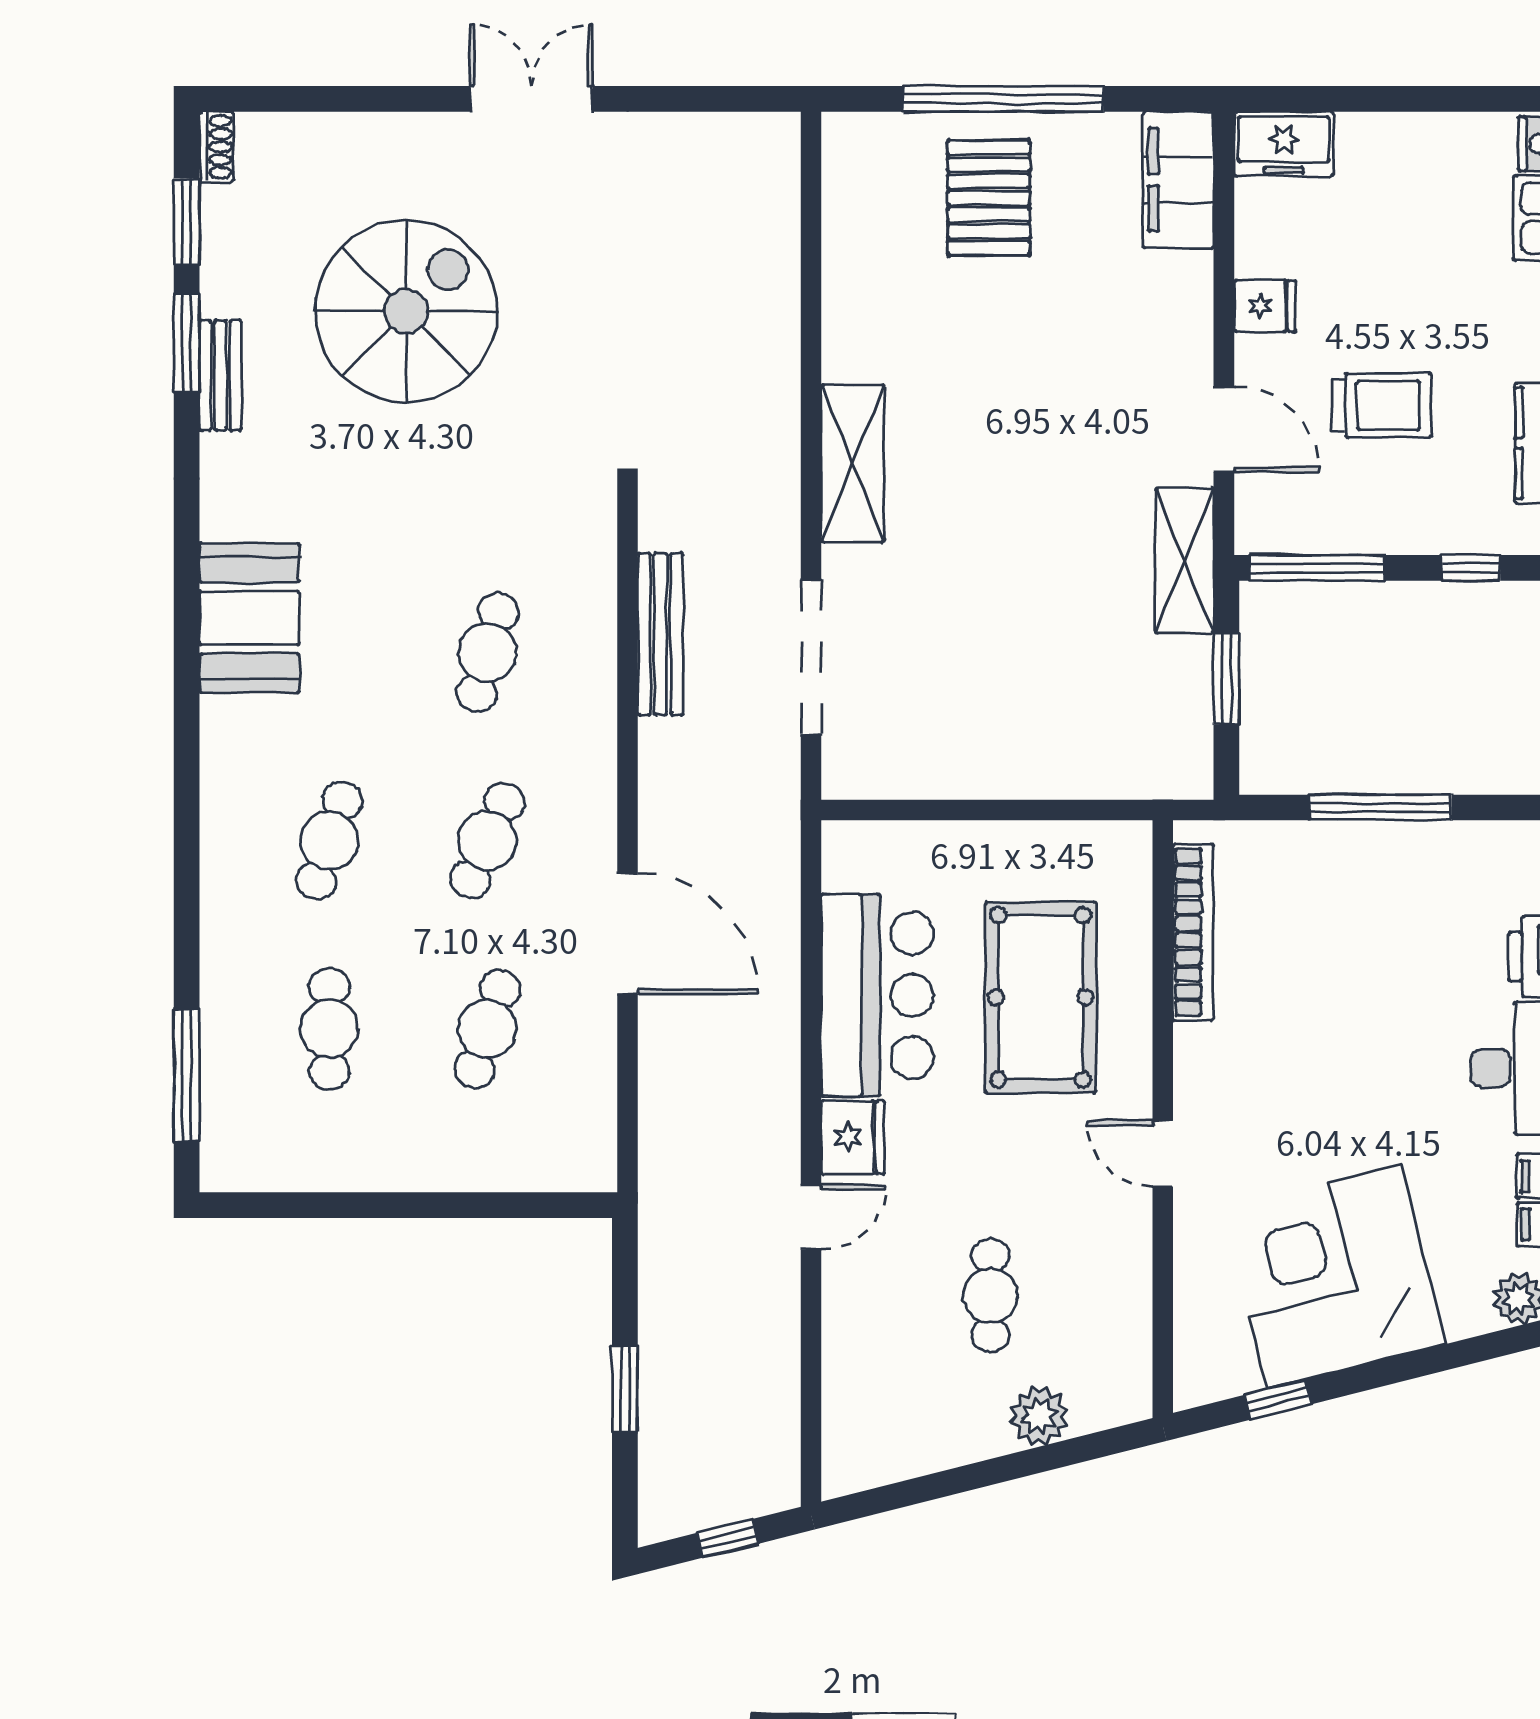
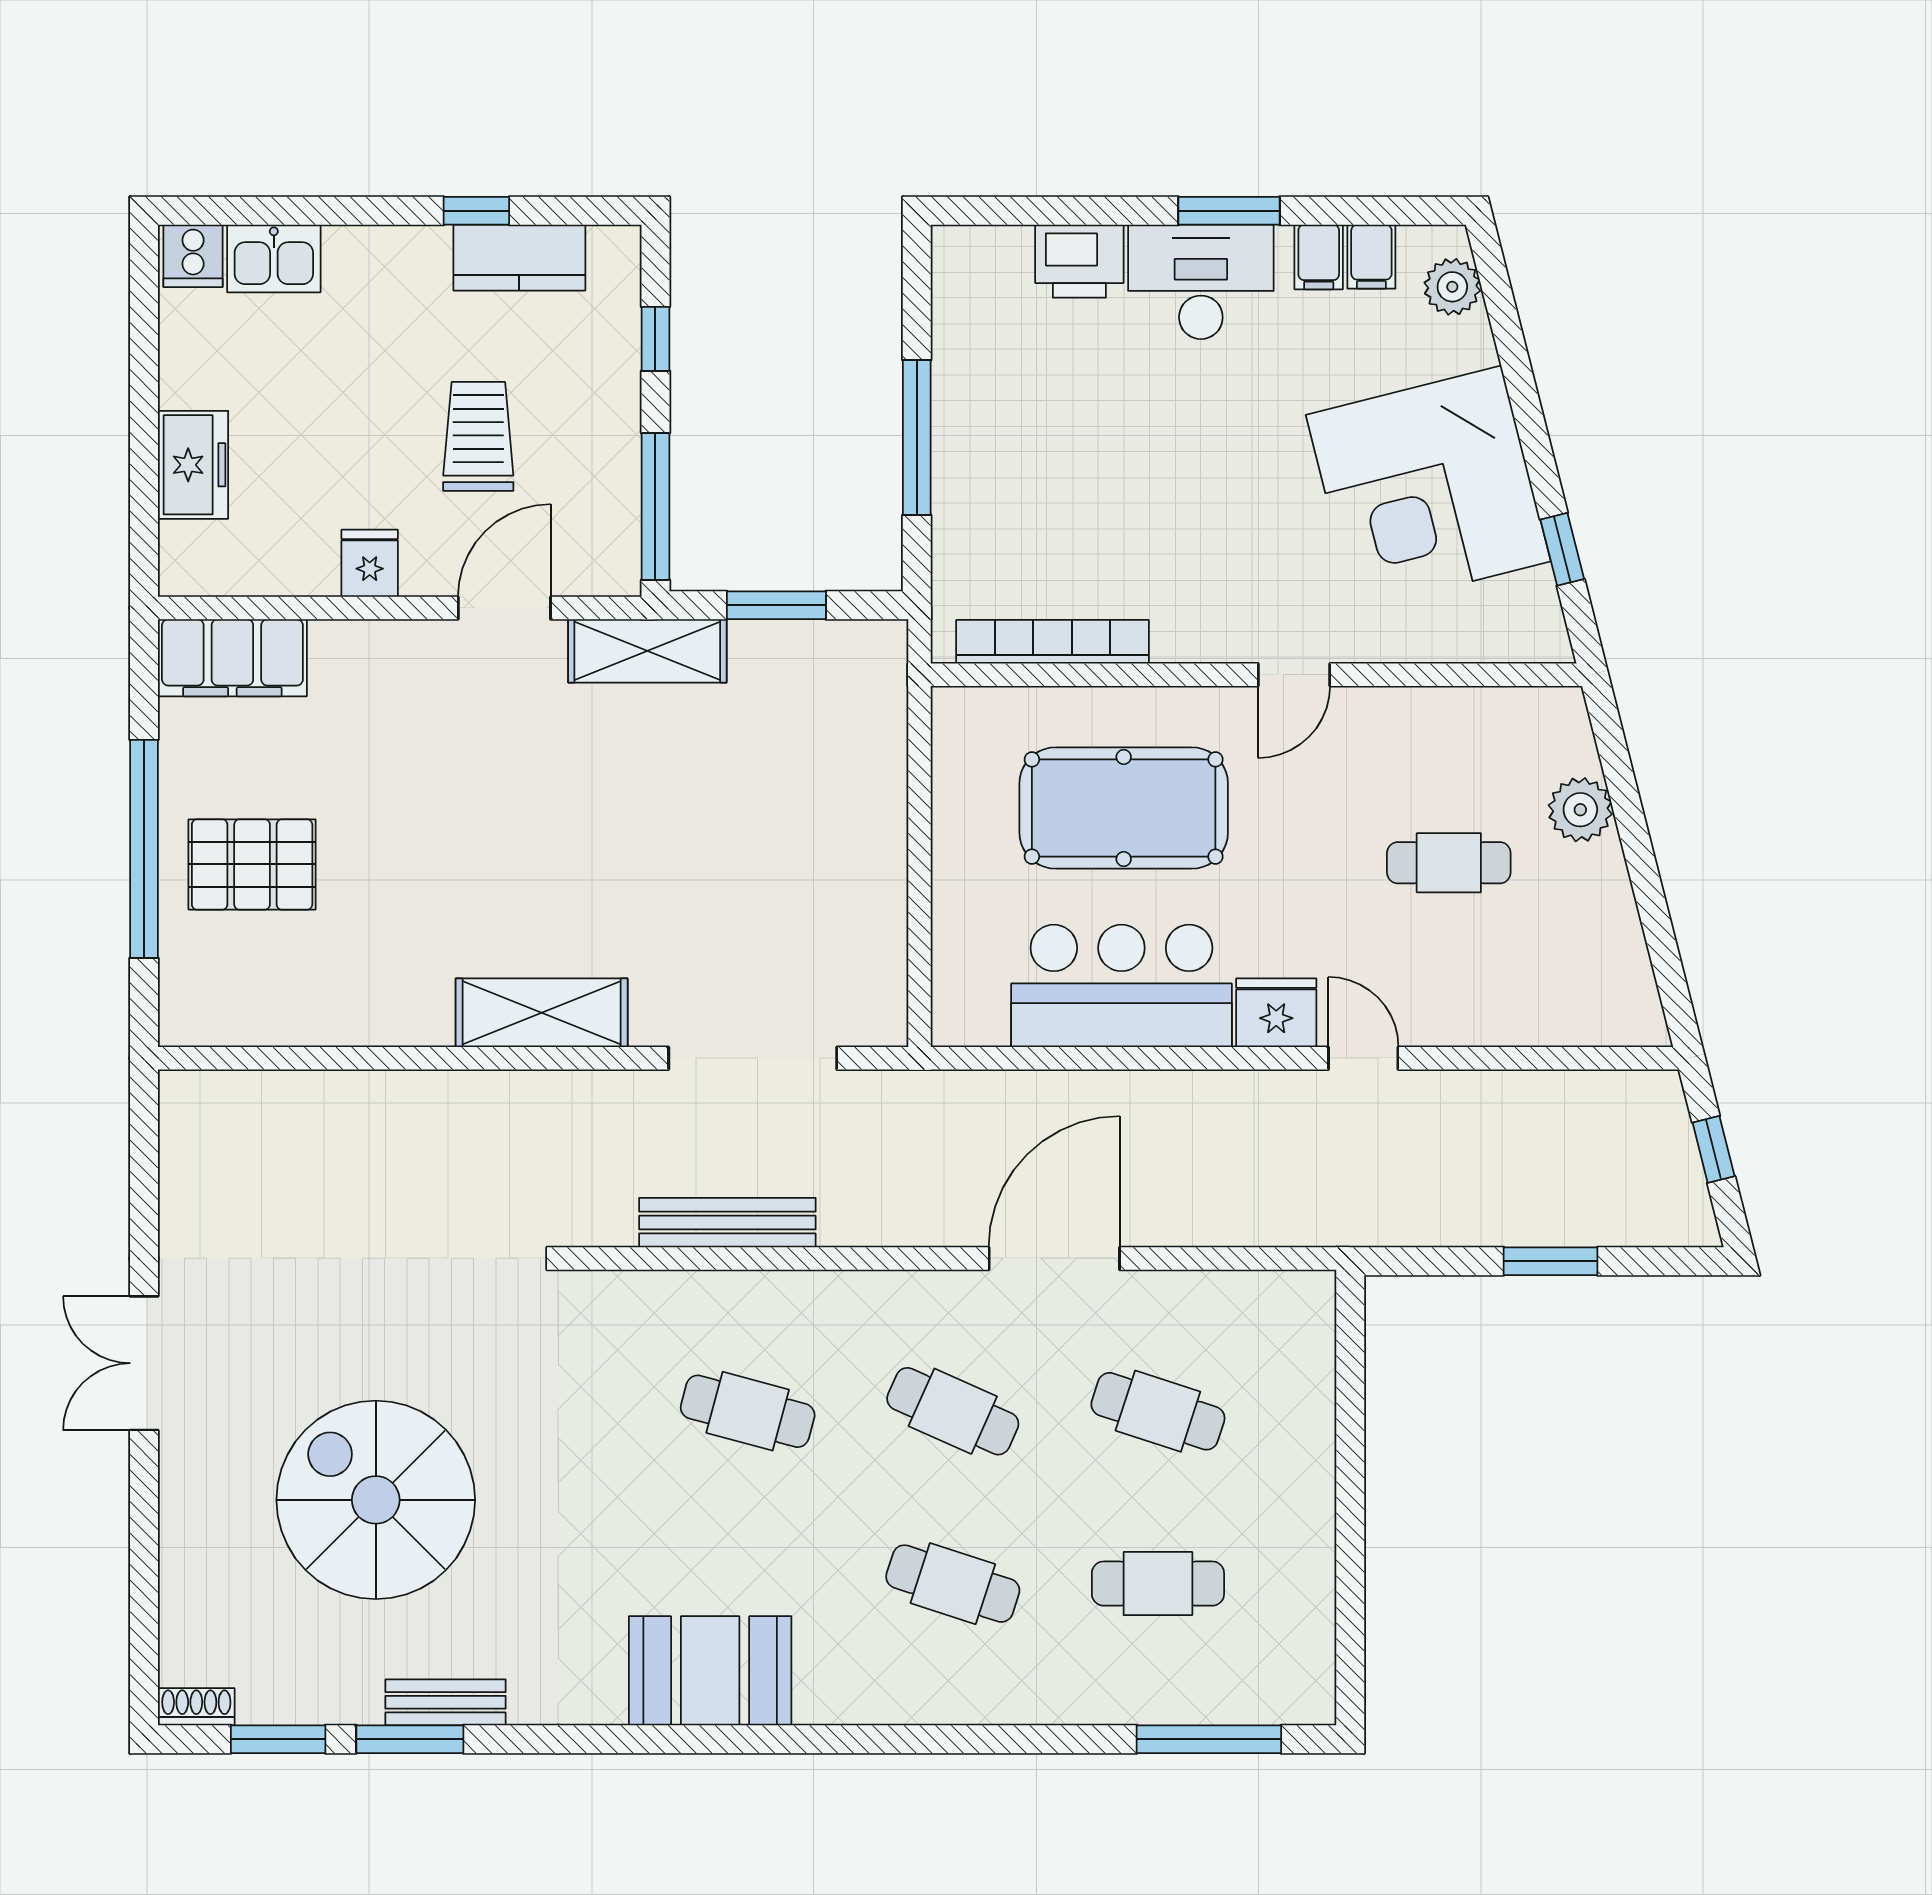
freezer: (1284, 144) -> (193, 465), moved

